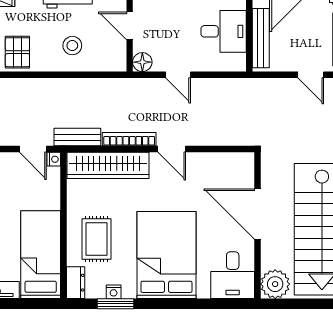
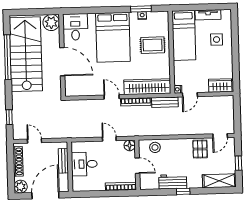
bench: (261, 38) -> (63, 161), width x0.73
stool: (72, 46) -> (155, 147), moved
door: (33, 149) -> (190, 95), swing flipped
rug: (97, 239) -> (153, 45), turned 90
dresser: (76, 283) -> (164, 20), removed

